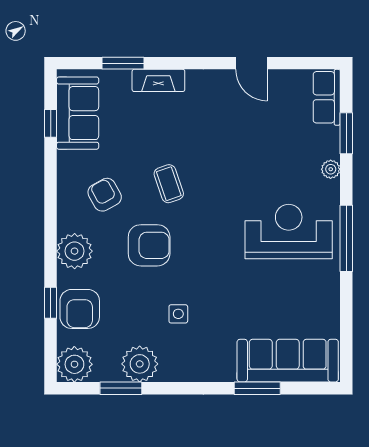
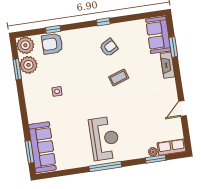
sofa: (78, 113) -> (158, 35), moved, turned 90
window: (51, 123) -> (103, 22), moved
plant: (331, 169) -> (153, 152), moved
armchair: (149, 245) -> (88, 72), removed
plant: (75, 251) -> (80, 37), removed
plant: (140, 364) -> (28, 65), moved
window: (257, 388) -> (30, 152), moved

